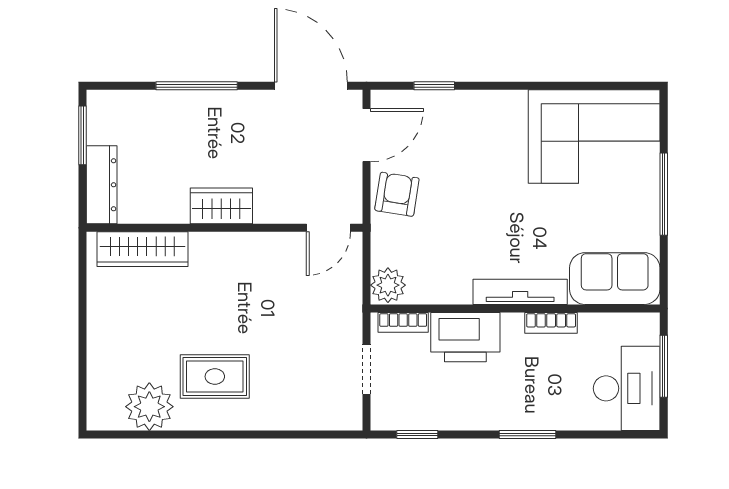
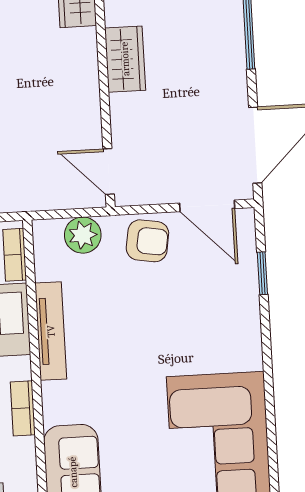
plant: (388, 285) -> (83, 235), moved
tv unit: (520, 292) -> (51, 331), moved

